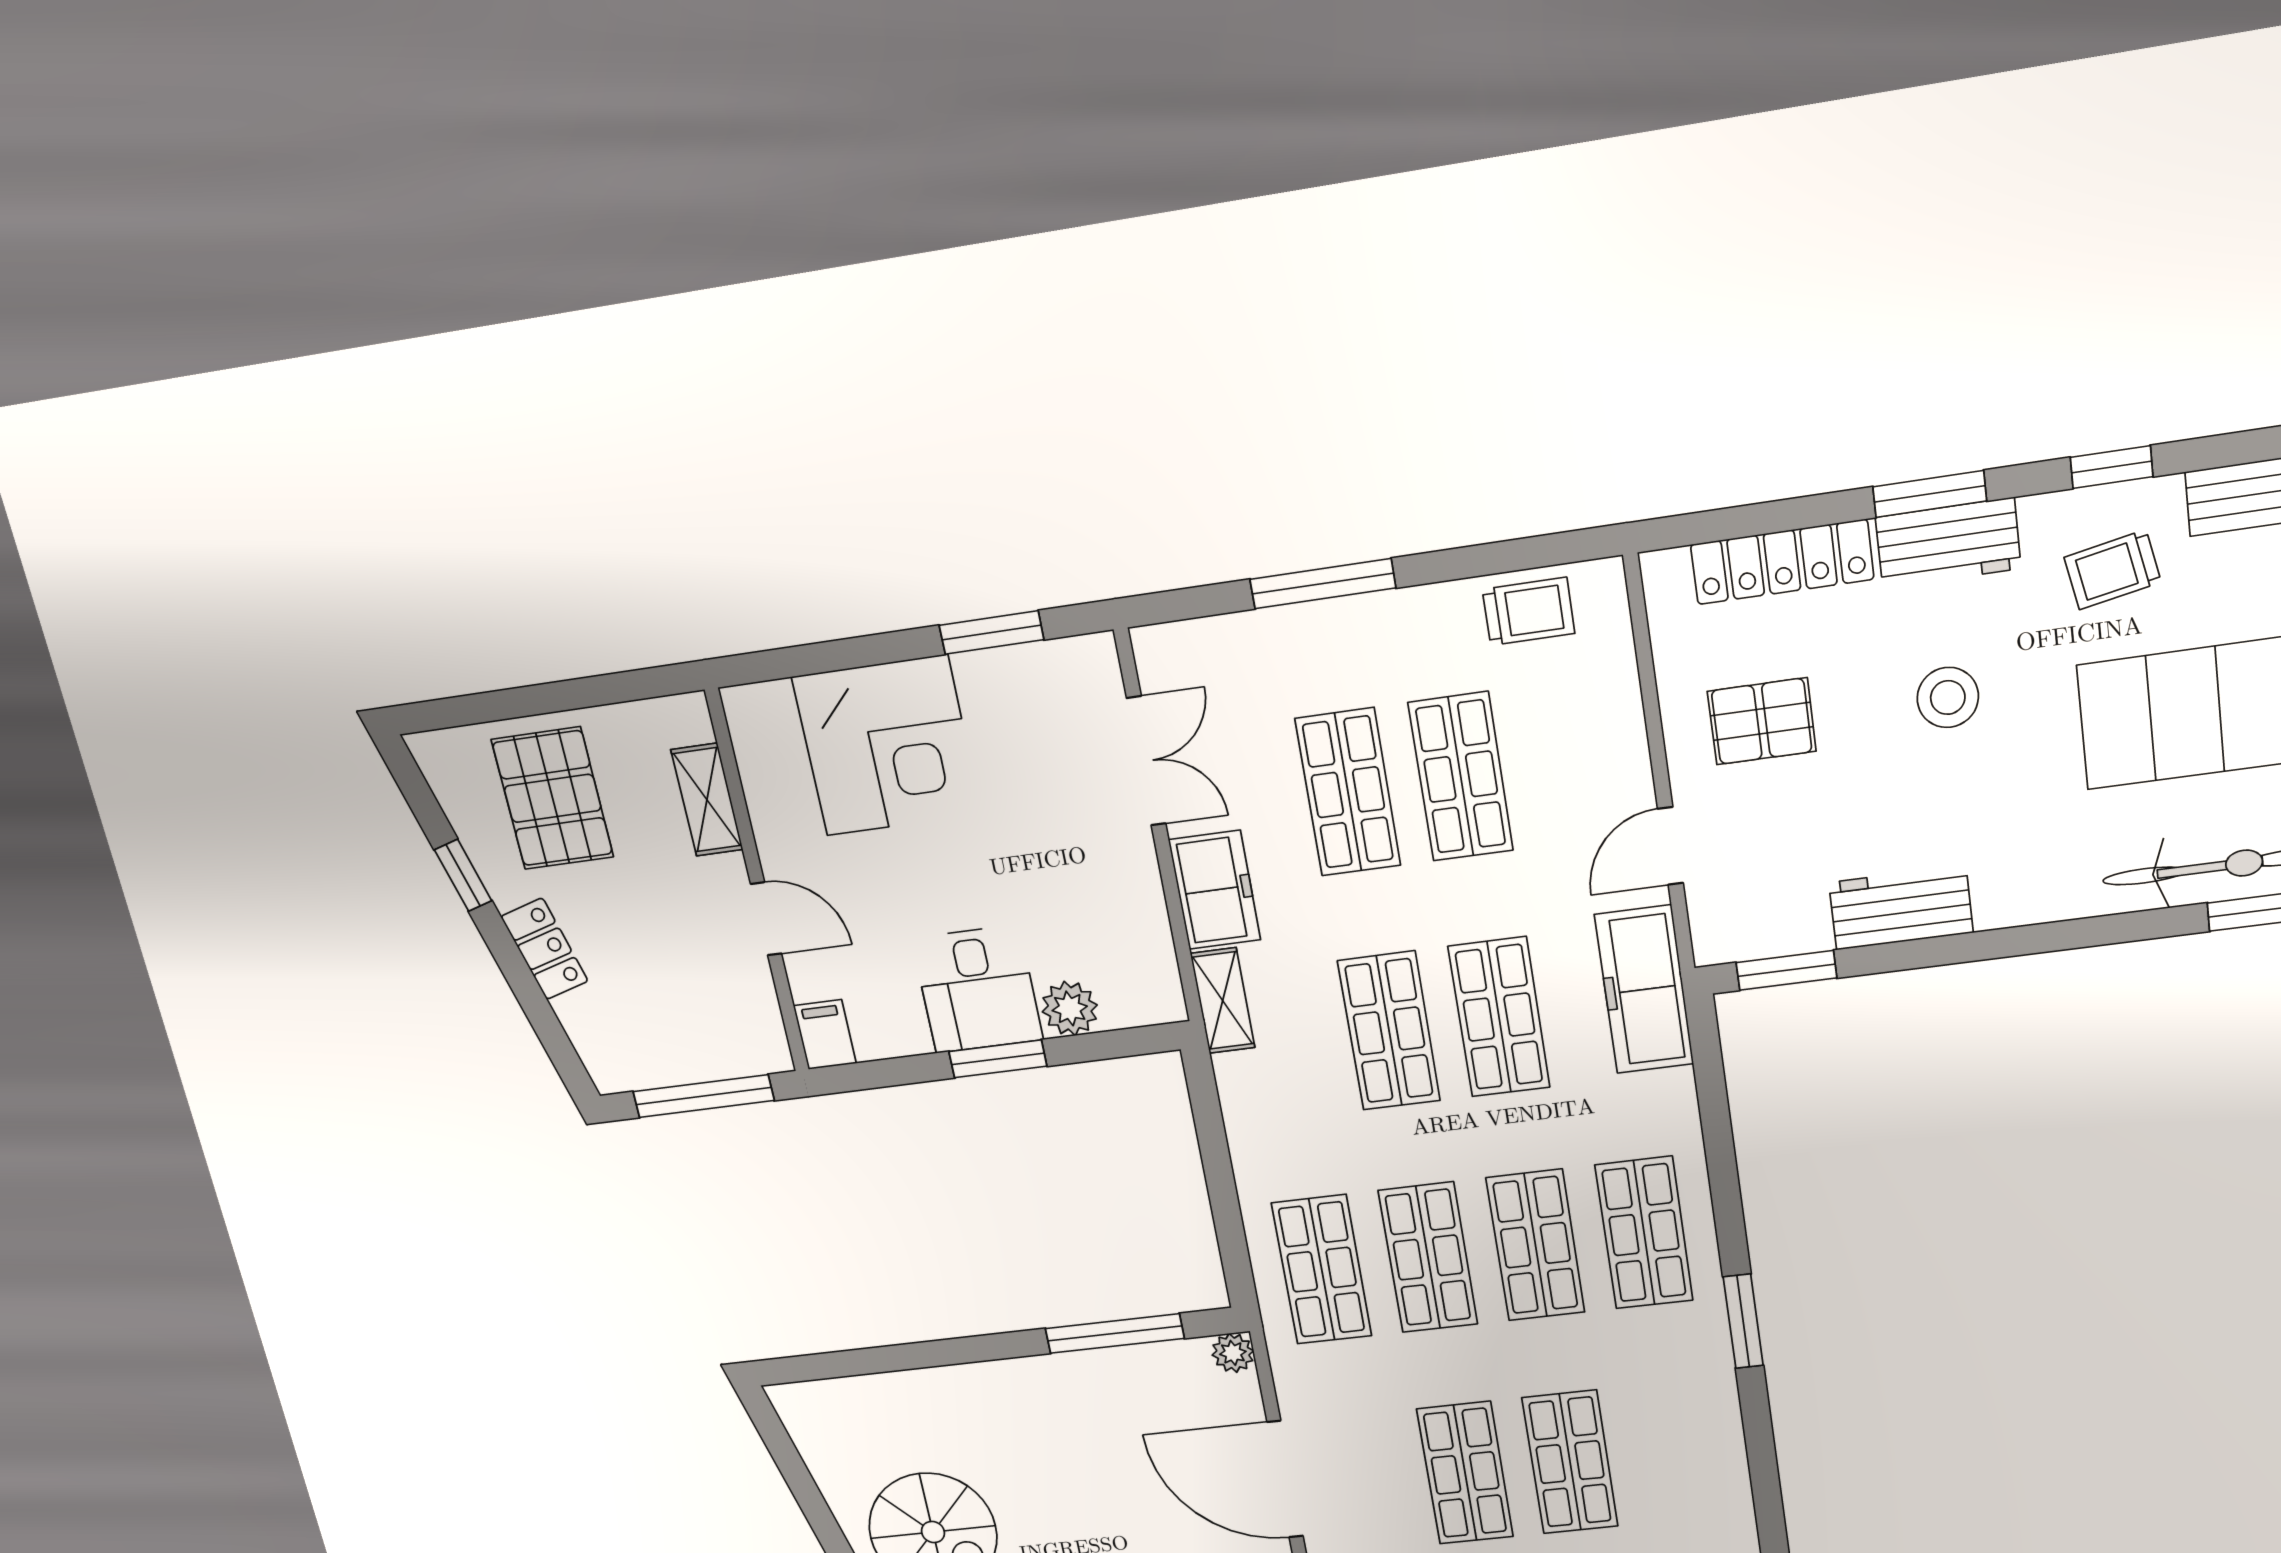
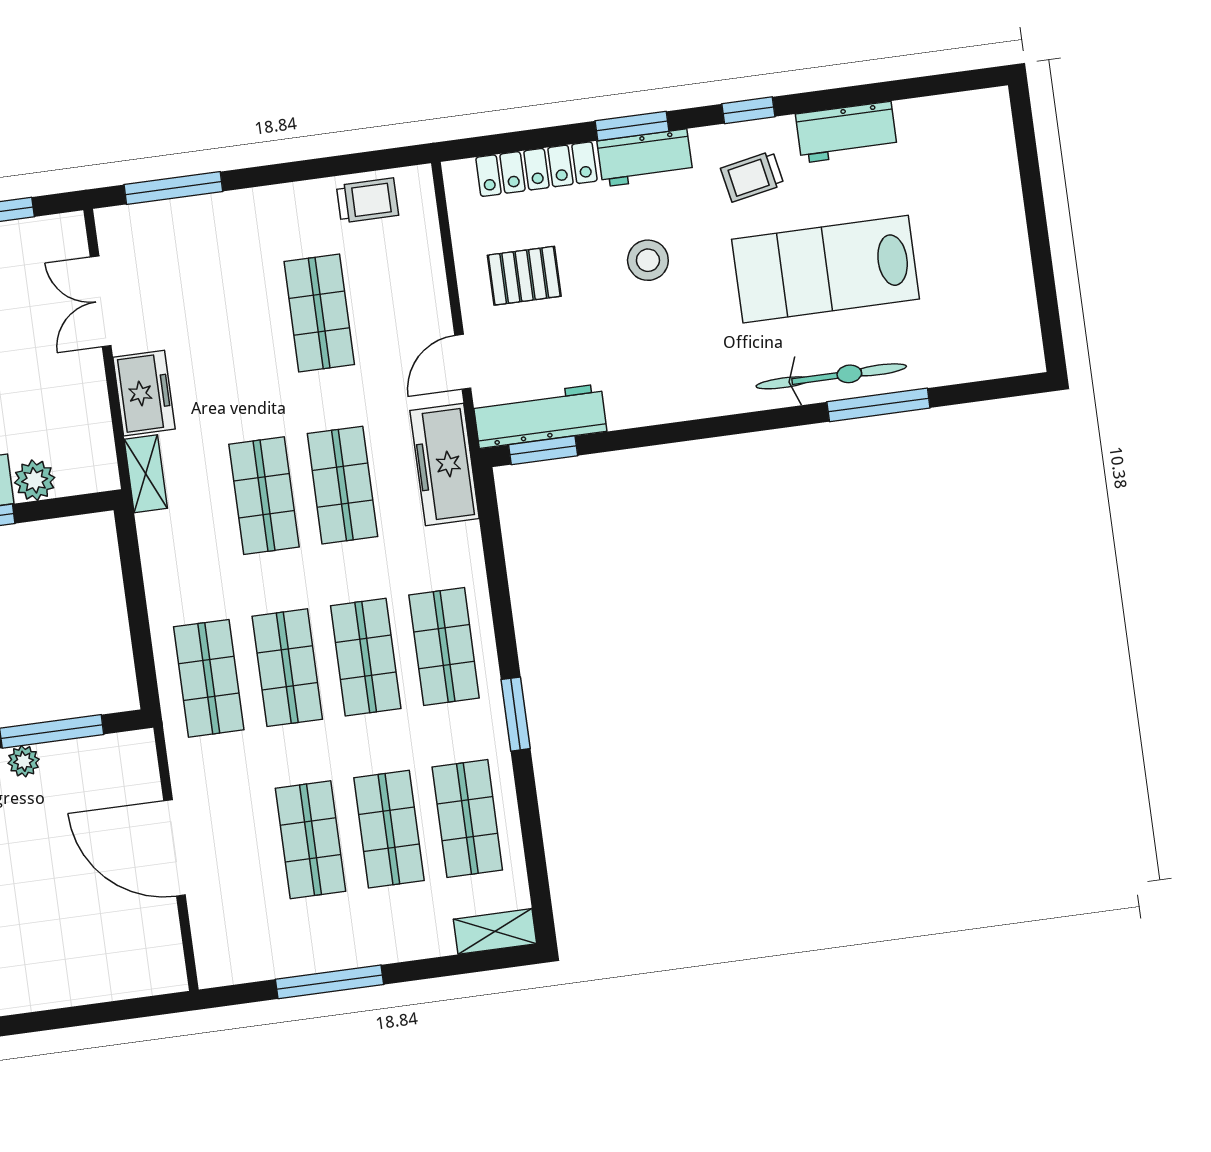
window: (1323, 584) -> (173, 188), moved
double door: (1146, 761) -> (101, 301), swing flipped
shop shelf: (1348, 792) -> (467, 819), moved
workbench: (1901, 908) -> (540, 416), moved, width x1.38
plant: (1233, 1353) -> (24, 761), moved

